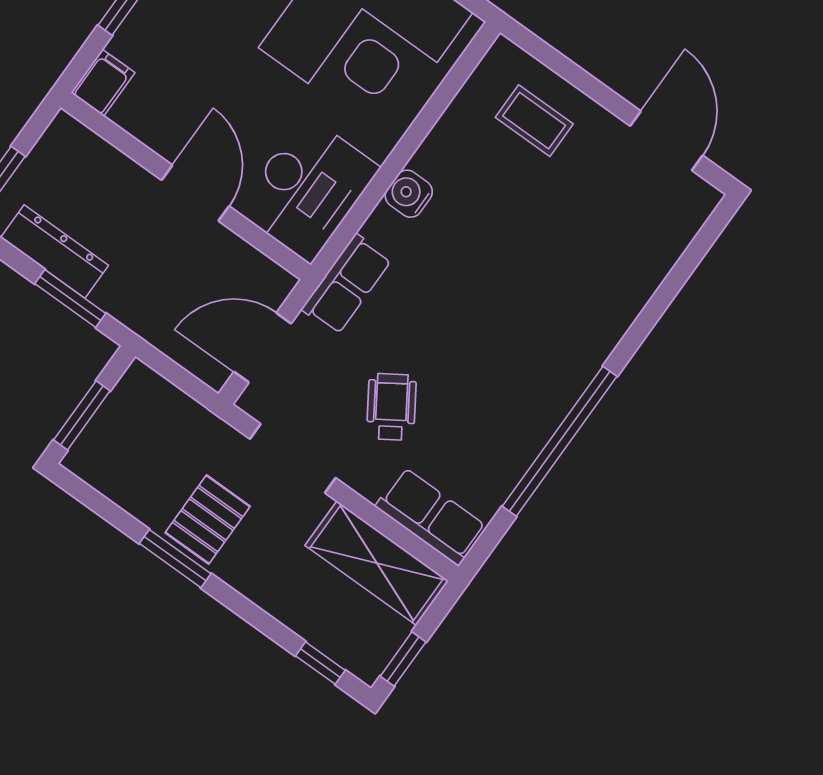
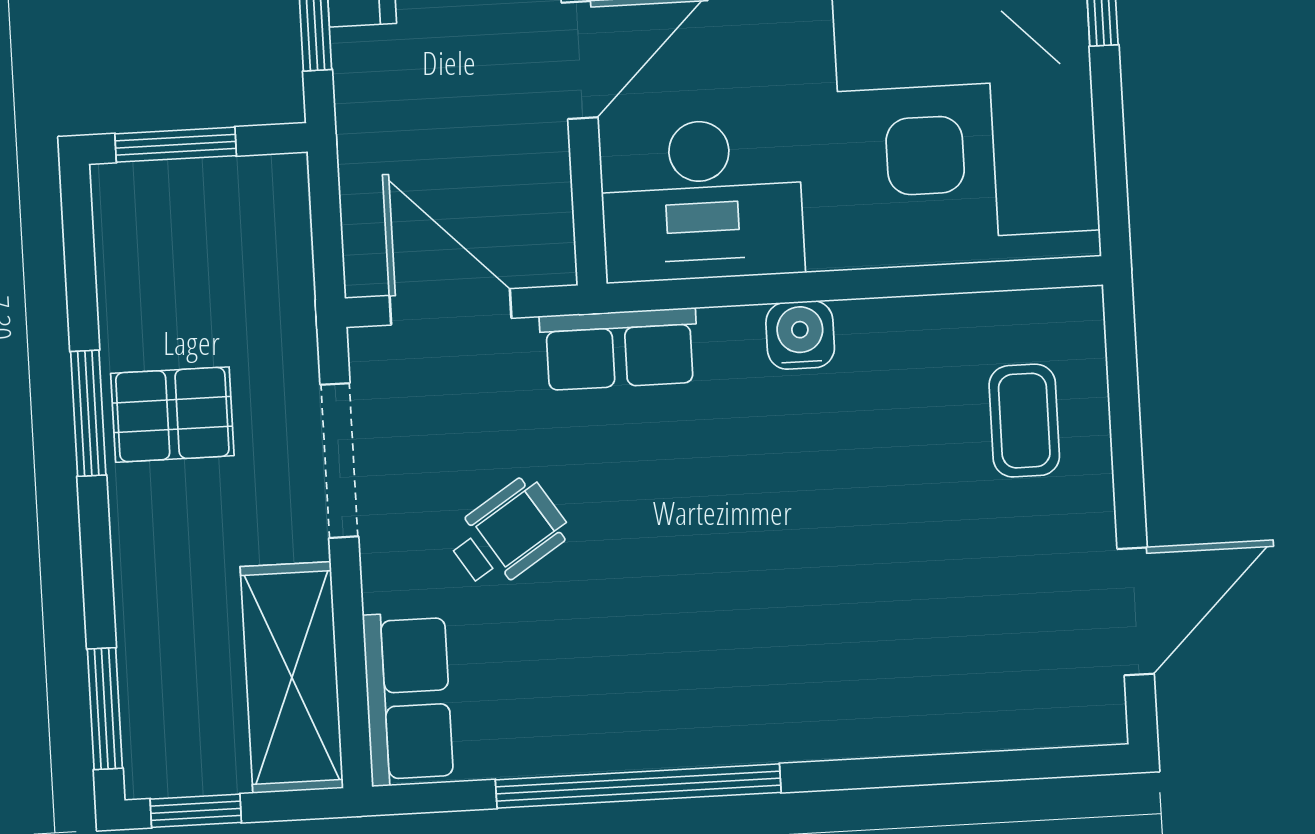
window: (320, 663) -> (105, 709), width x1.50

